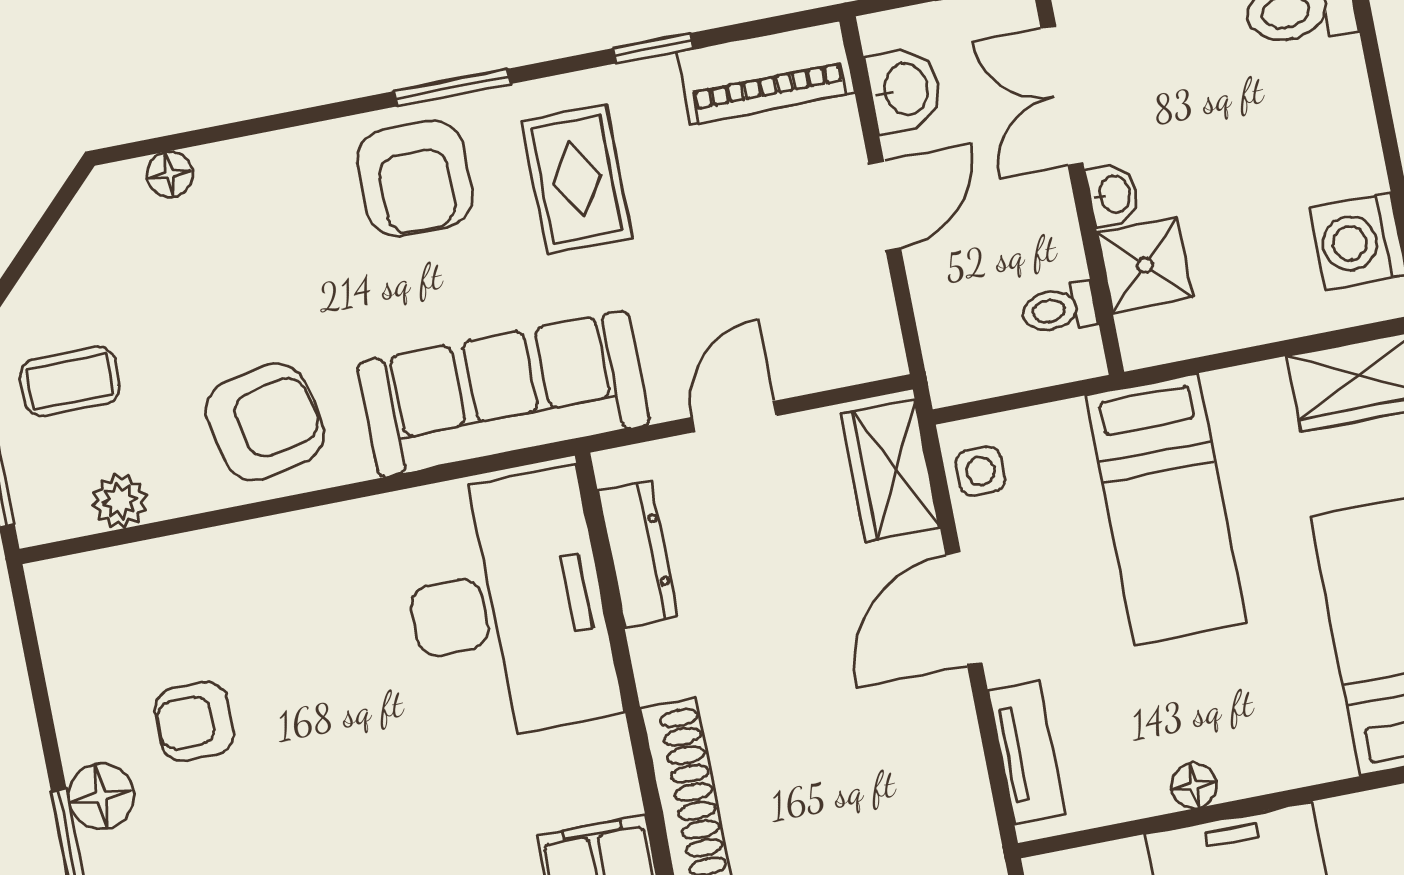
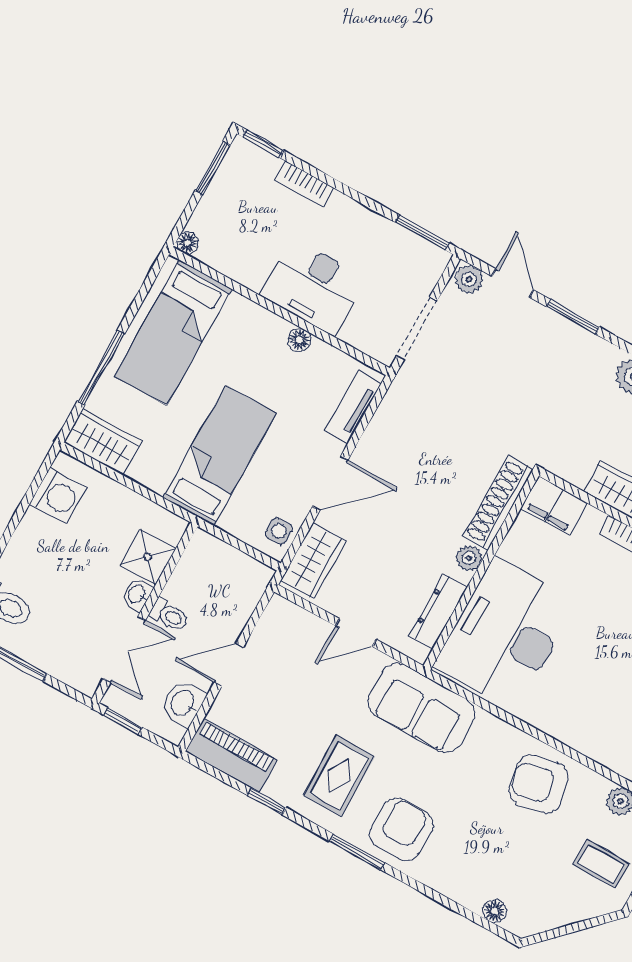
toilet: (1059, 309) -> (169, 615), moved
sofa: (504, 394) -> (421, 708), width x0.73
plant: (659, 673) -> (469, 558), added

